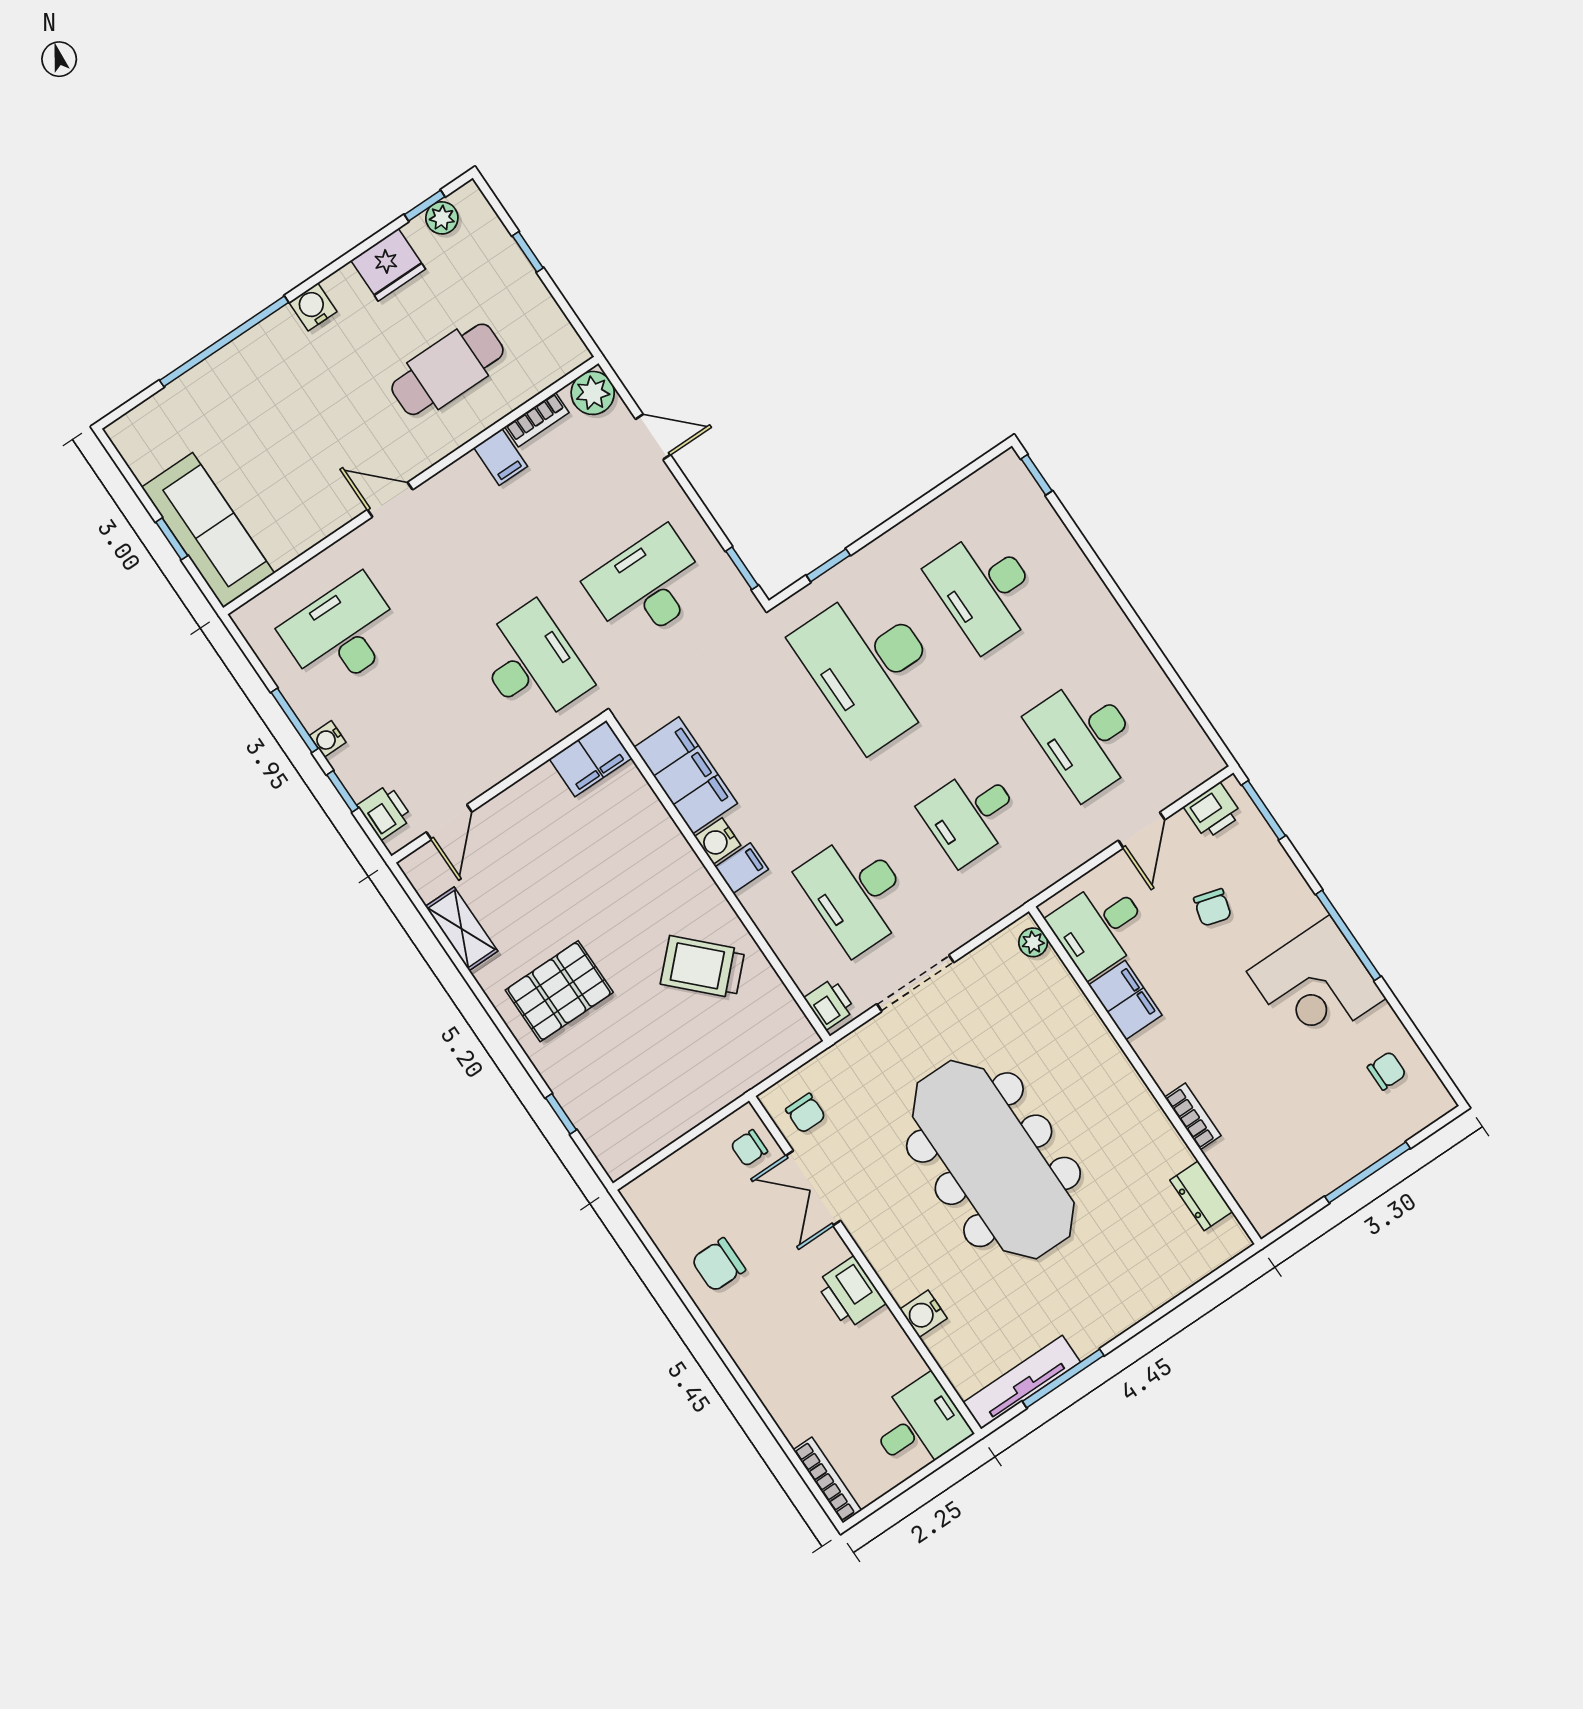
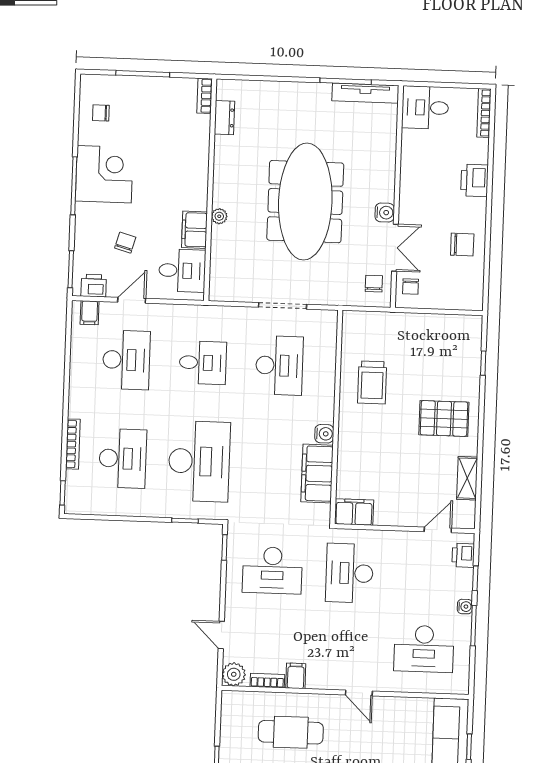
bookcase: (1074, 557) -> (73, 444), added
filing cabinet: (742, 868) -> (90, 313), moved, turned -90
plant: (1033, 942) -> (219, 216), moved
trolley: (703, 967) -> (372, 382), turned 45
printer: (830, 1004) -> (328, 324), removed
bookcase: (1193, 1116) -> (204, 96), moved
chair: (749, 1148) -> (410, 287), turned 90
printer: (851, 1293) -> (475, 180), moved, turned 180
water cooler: (923, 1314) -> (385, 213), moved

